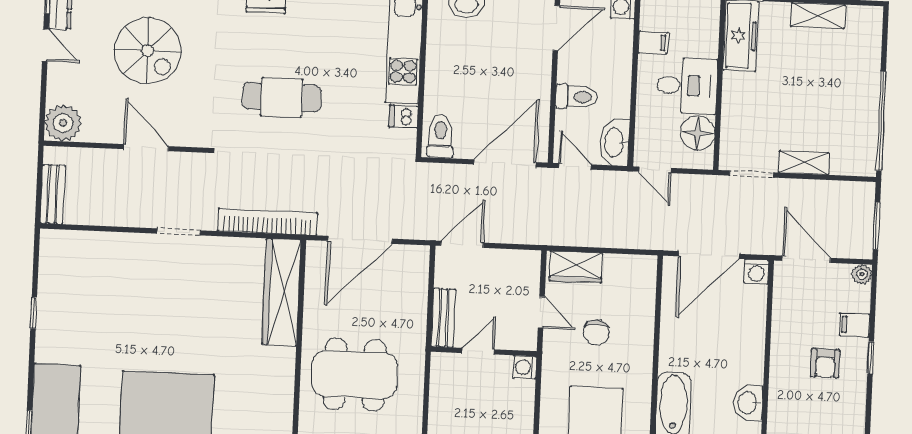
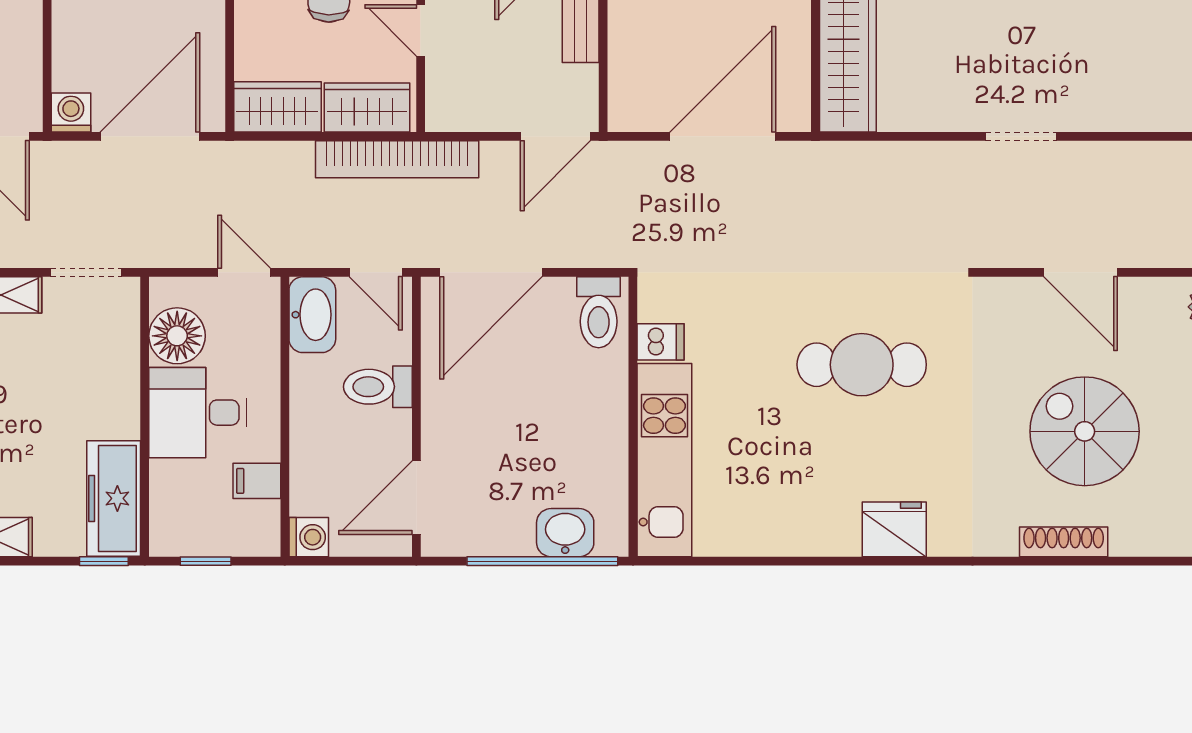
bookcase: (268, 222) -> (397, 159), moved
wardrobe: (630, 270) -> (277, 107), added

